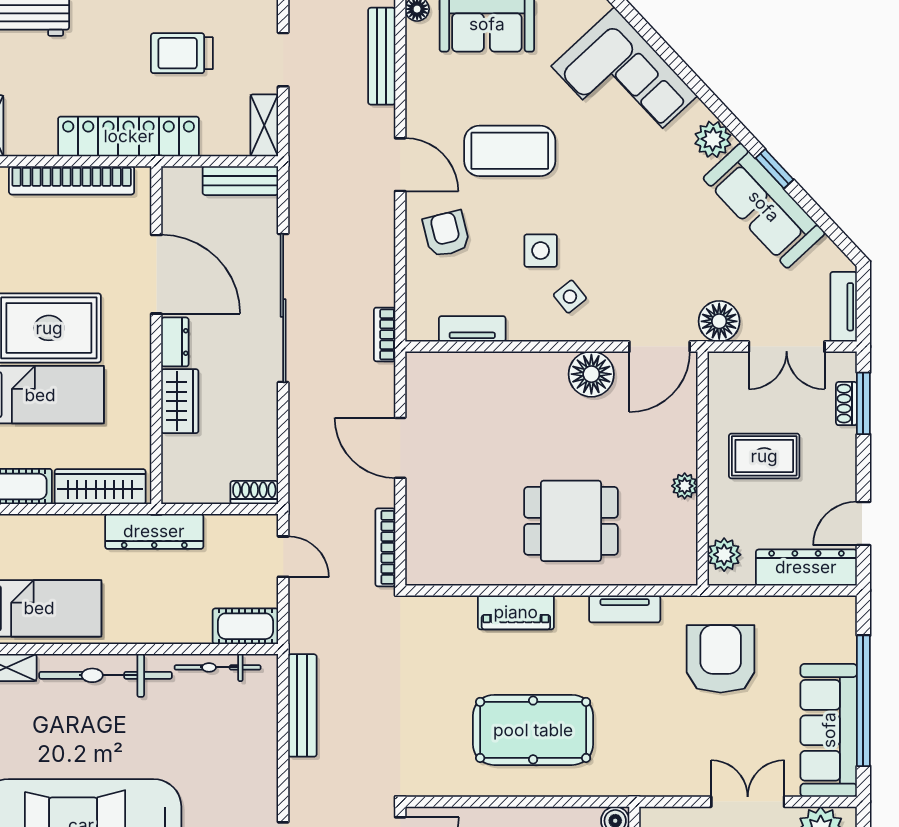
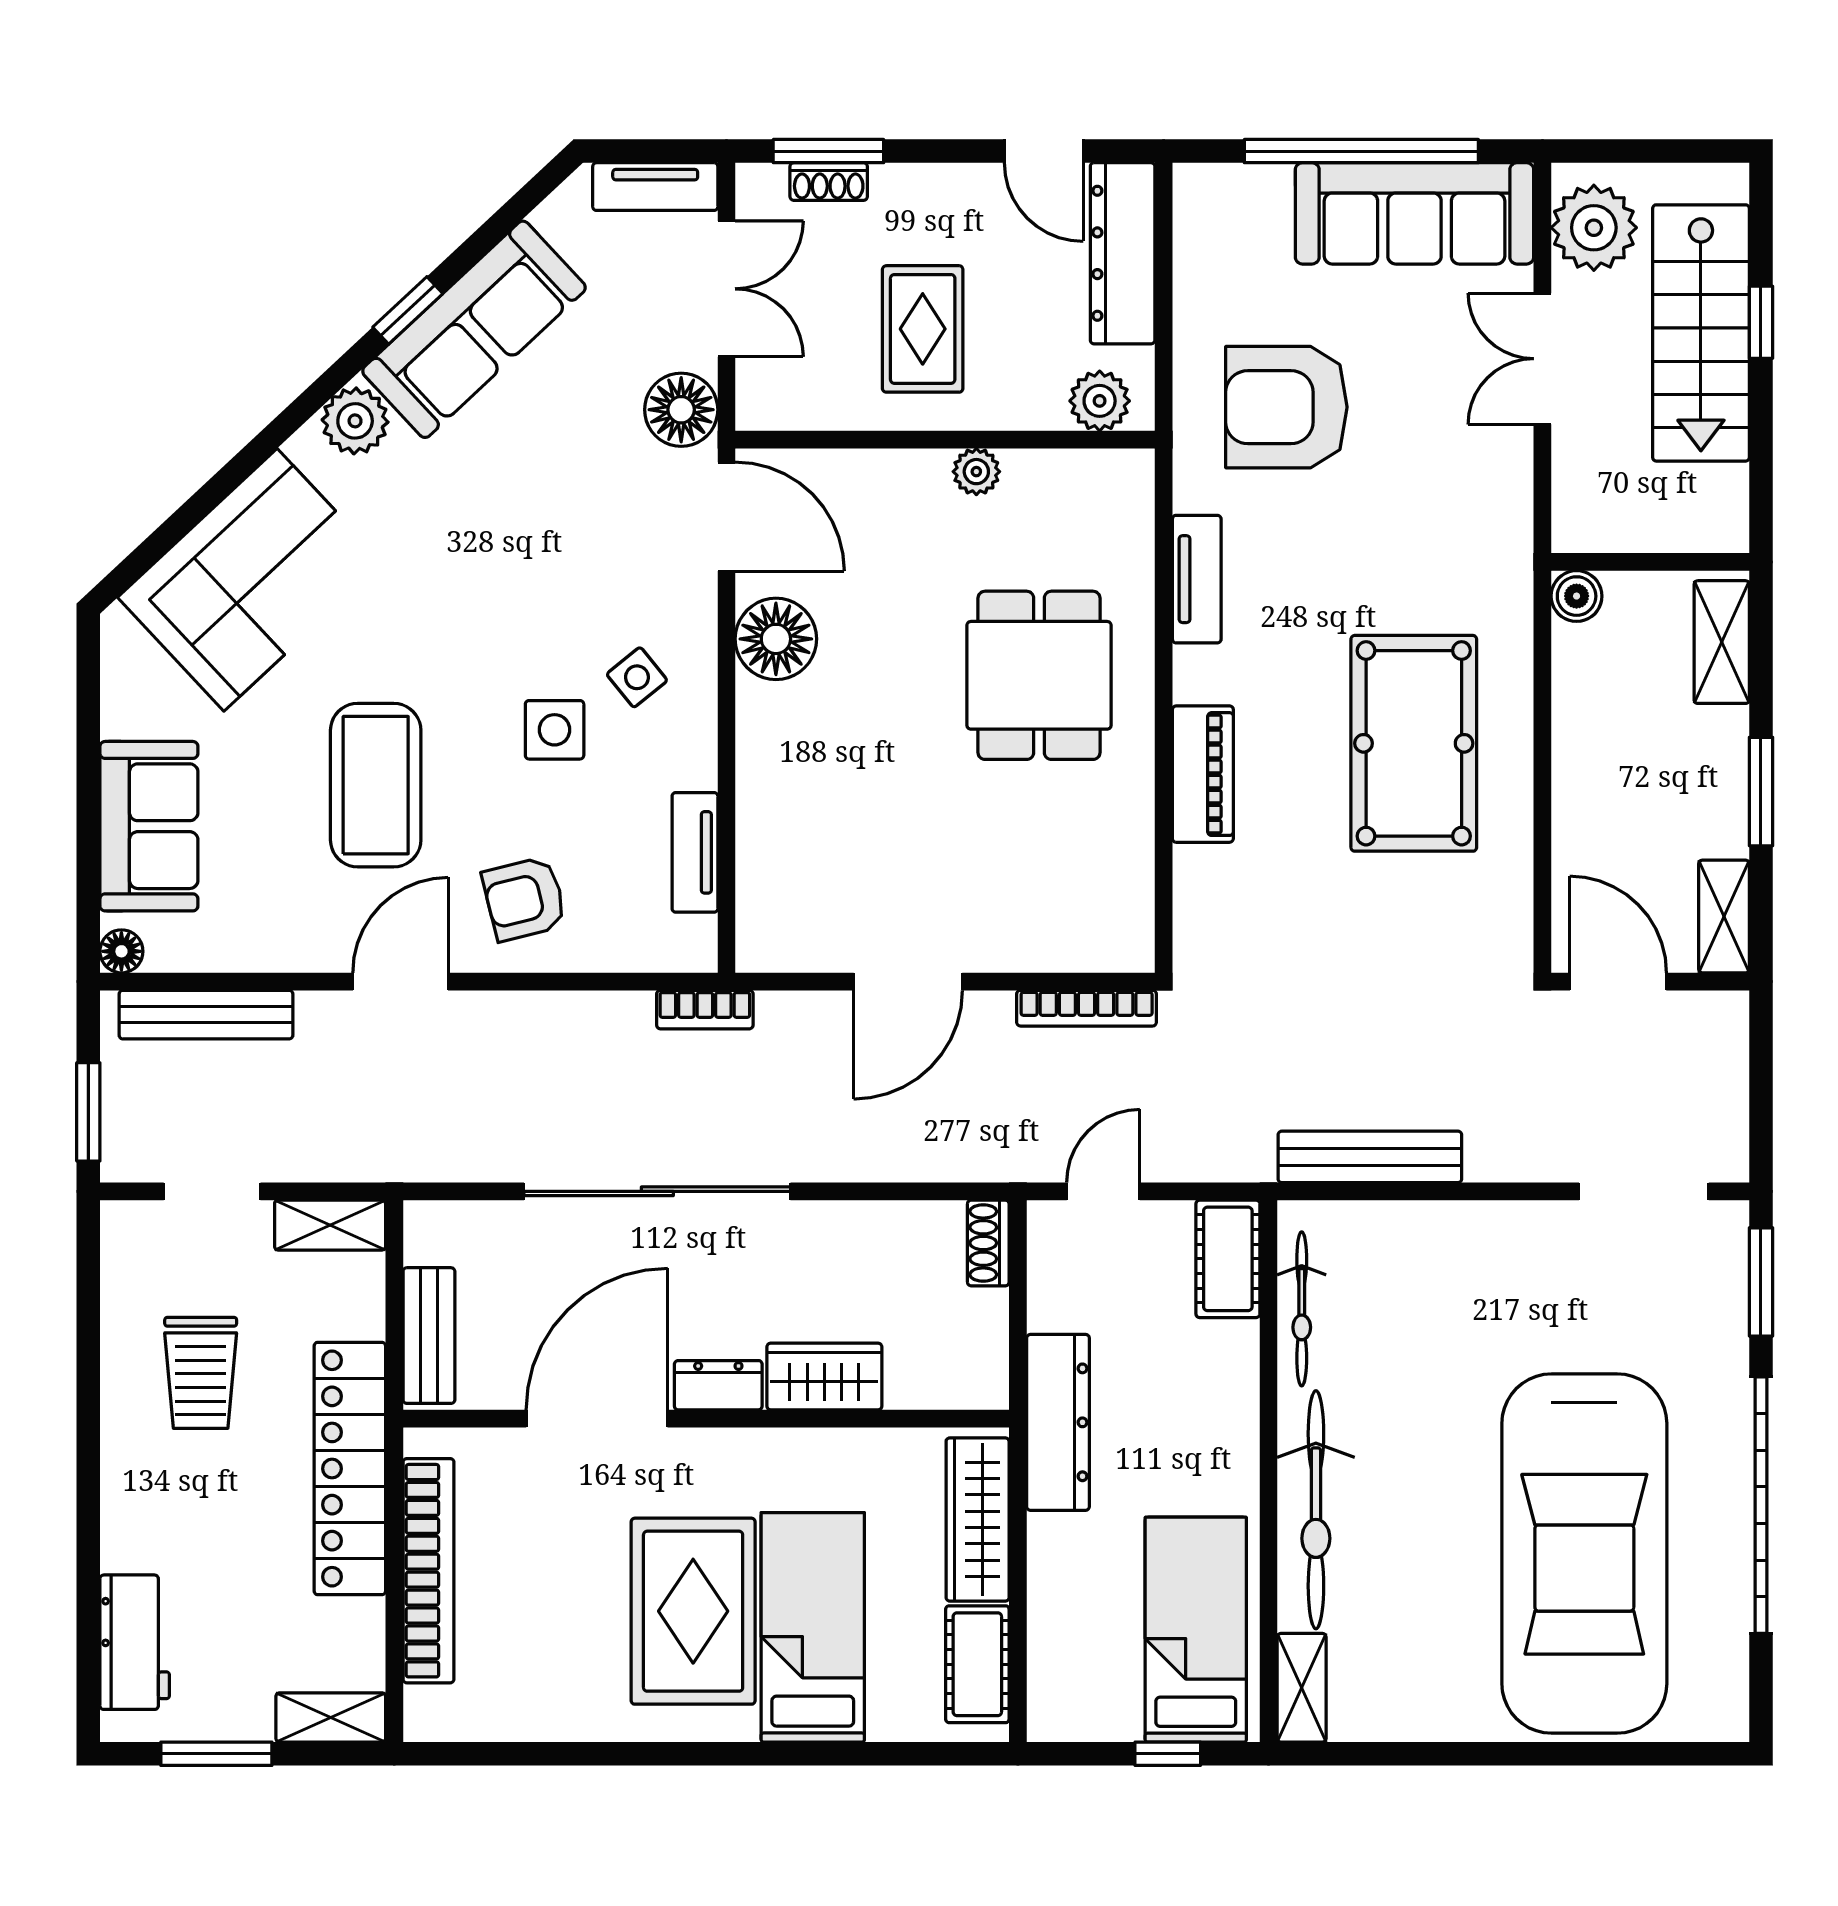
bench: (240, 181) -> (429, 1336), moved

